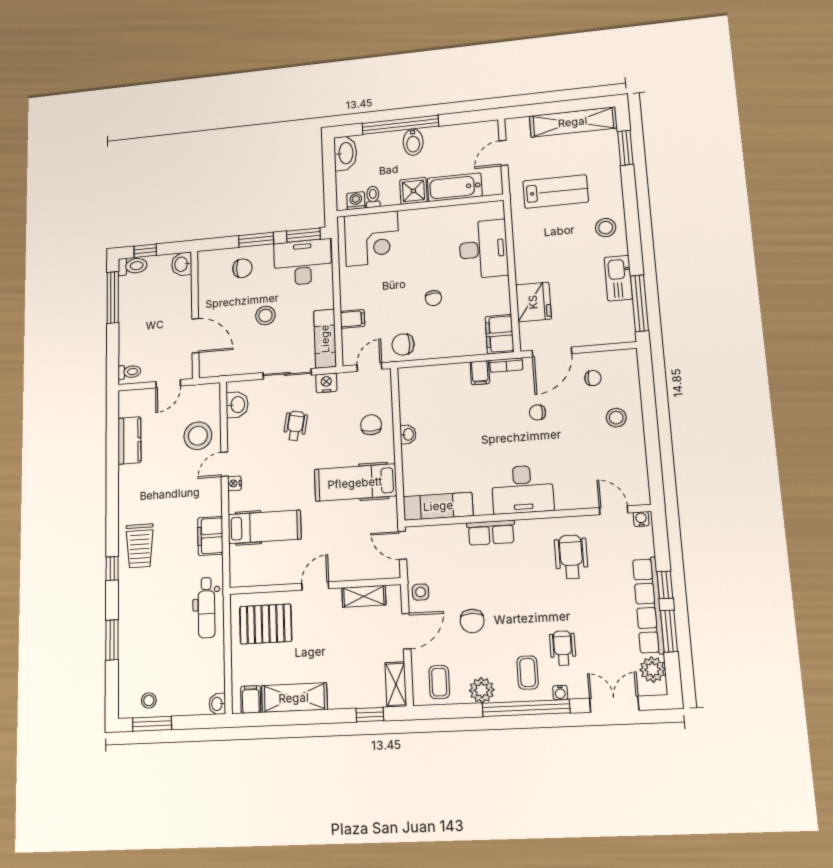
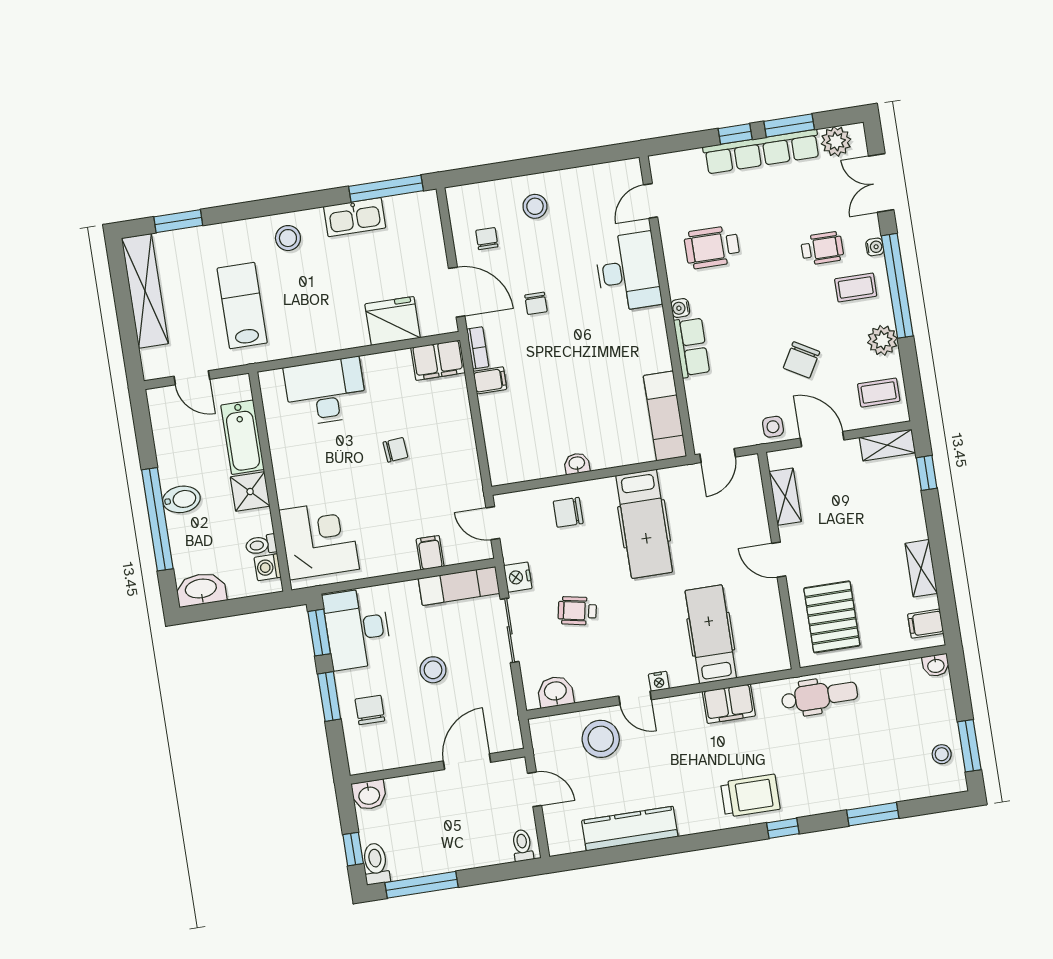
chair: (403, 344) -> (460, 483), removed
kitchen counter: (129, 440) -> (630, 829), width x1.50
desk: (522, 489) -> (628, 272), moved
water cooler: (641, 519) -> (680, 308), moved
chair: (472, 621) -> (801, 360), turned 120
wheelchair: (563, 648) -> (822, 248), turned 180
shelving: (294, 698) -> (921, 568), width x0.67, depth x0.75

